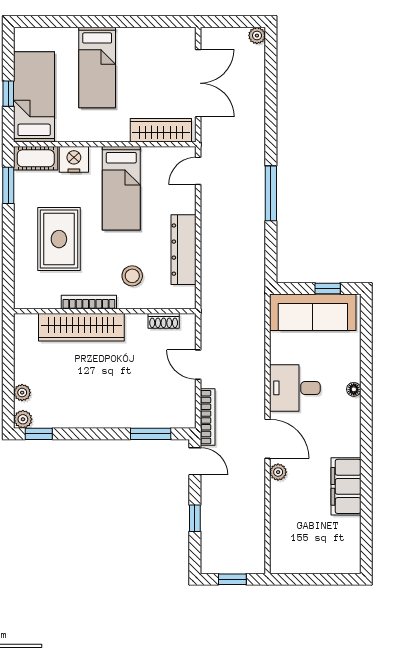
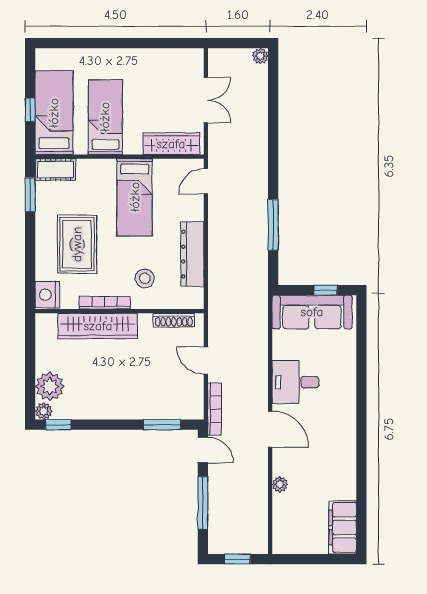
bed: (97, 67) -> (105, 117), moved, turned 180
double door: (198, 83) -> (206, 100), width x0.73
nightstand: (74, 159) -> (47, 295), moved, turned -90
window: (271, 193) -> (273, 225), moved
shoe rack: (164, 321) -> (174, 320), width x1.43
floor lamp: (354, 389) -> (350, 383), removed
plant: (22, 393) -> (50, 386), width x1.87, depth x1.87
plant: (278, 472) -> (280, 484), moved
filing cabinet: (346, 486) -> (343, 528), moved
window: (195, 518) -> (203, 503), width x2.17

